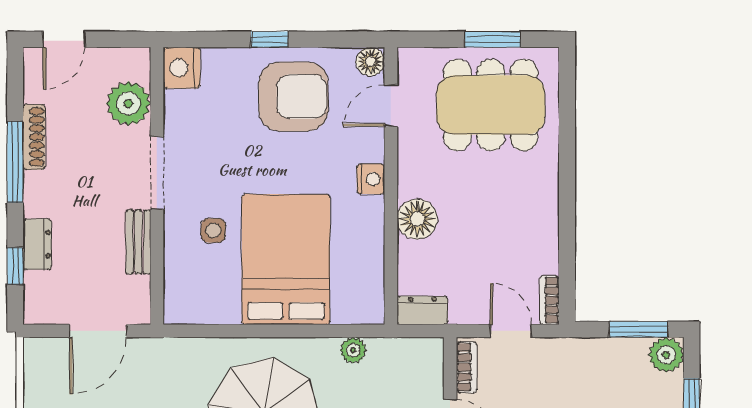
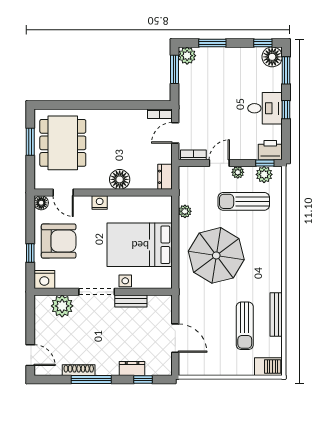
nightstand: (182, 68) -> (44, 280), moved
armchair: (293, 97) -> (59, 241), turned 90
plant: (128, 103) -> (62, 306), moved
doorway: (157, 173) -> (97, 292), moved
wall: (157, 186) -> (103, 292), moved
bench: (138, 242) -> (131, 301), moved

